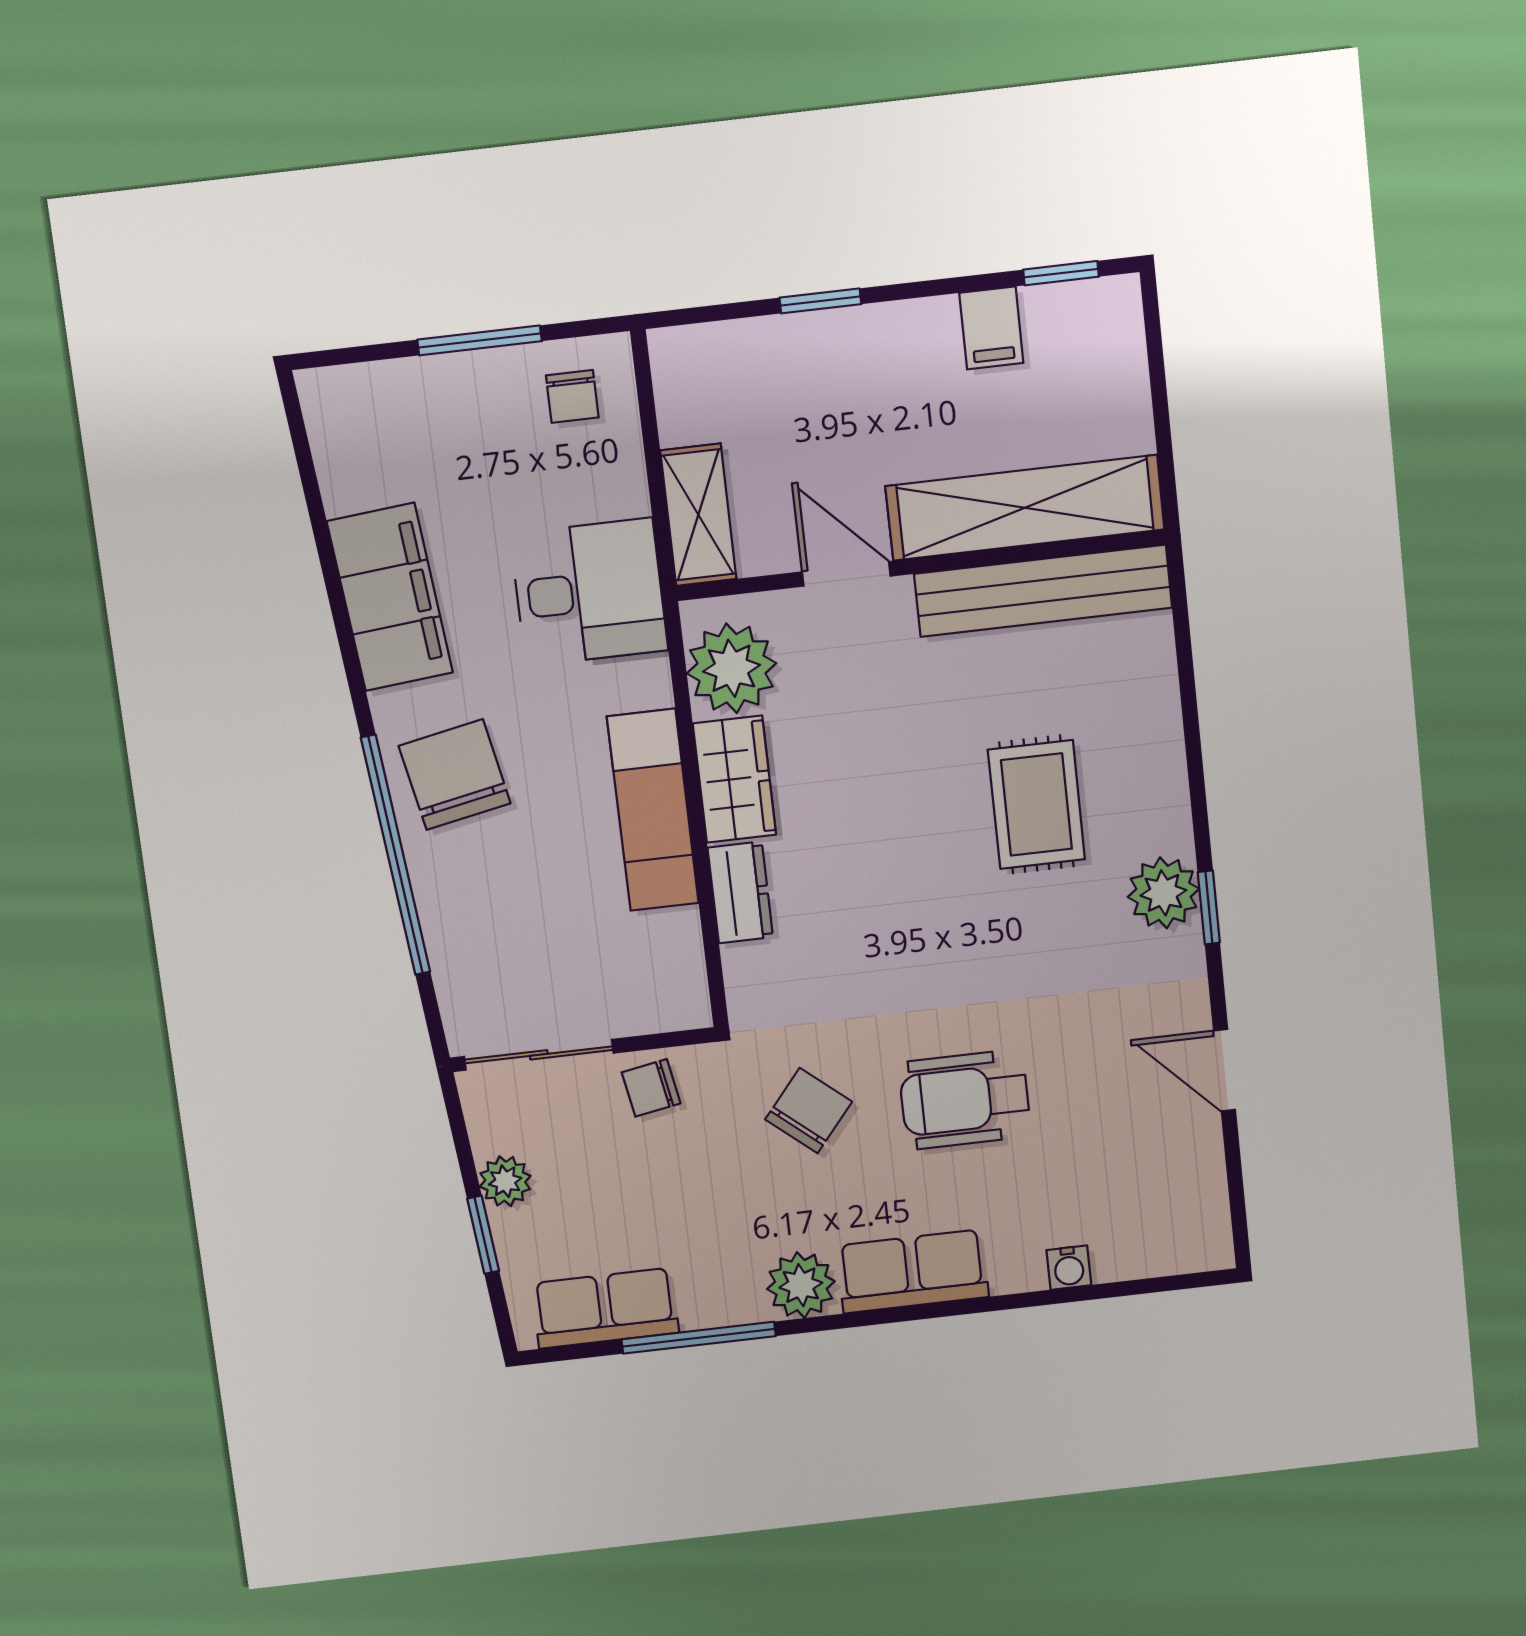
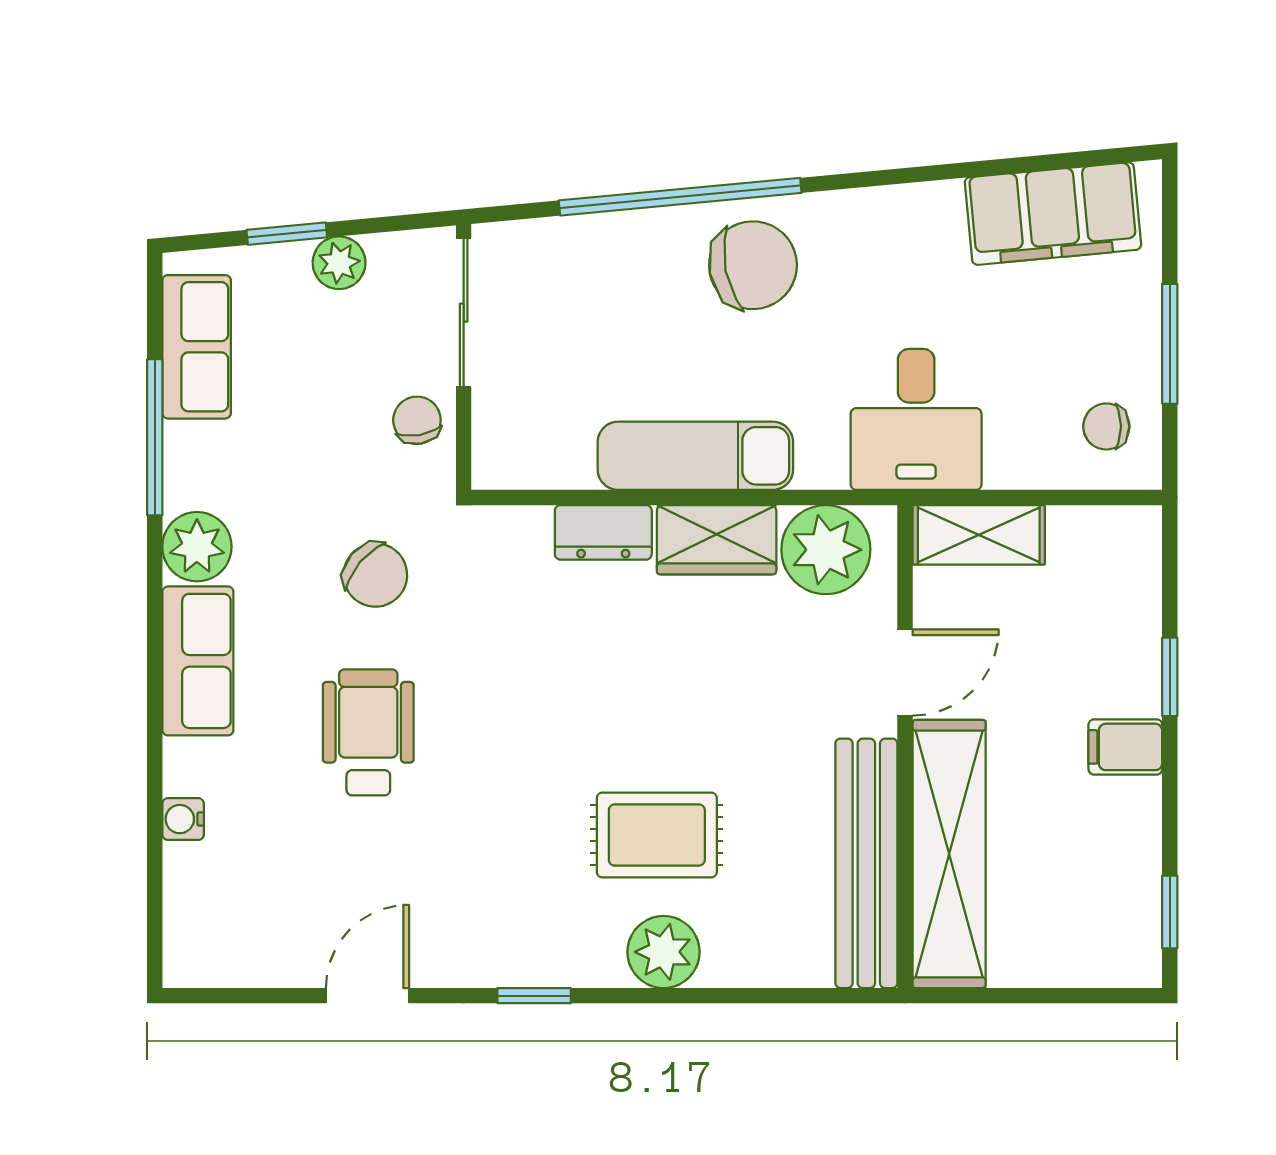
filing cabinet: (991, 328) -> (1125, 747), moved
filing cabinet: (390, 597) -> (1053, 214), moved
plant: (1163, 893) -> (664, 952), moved

